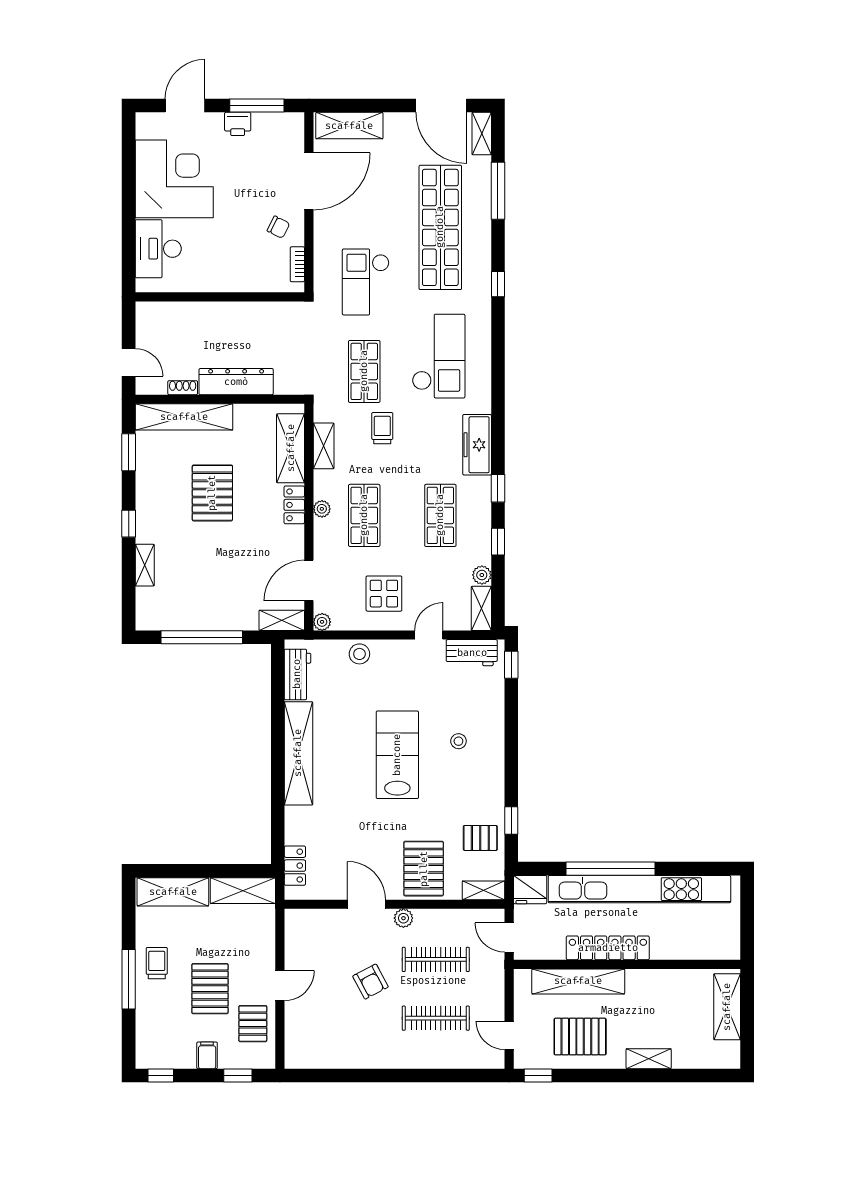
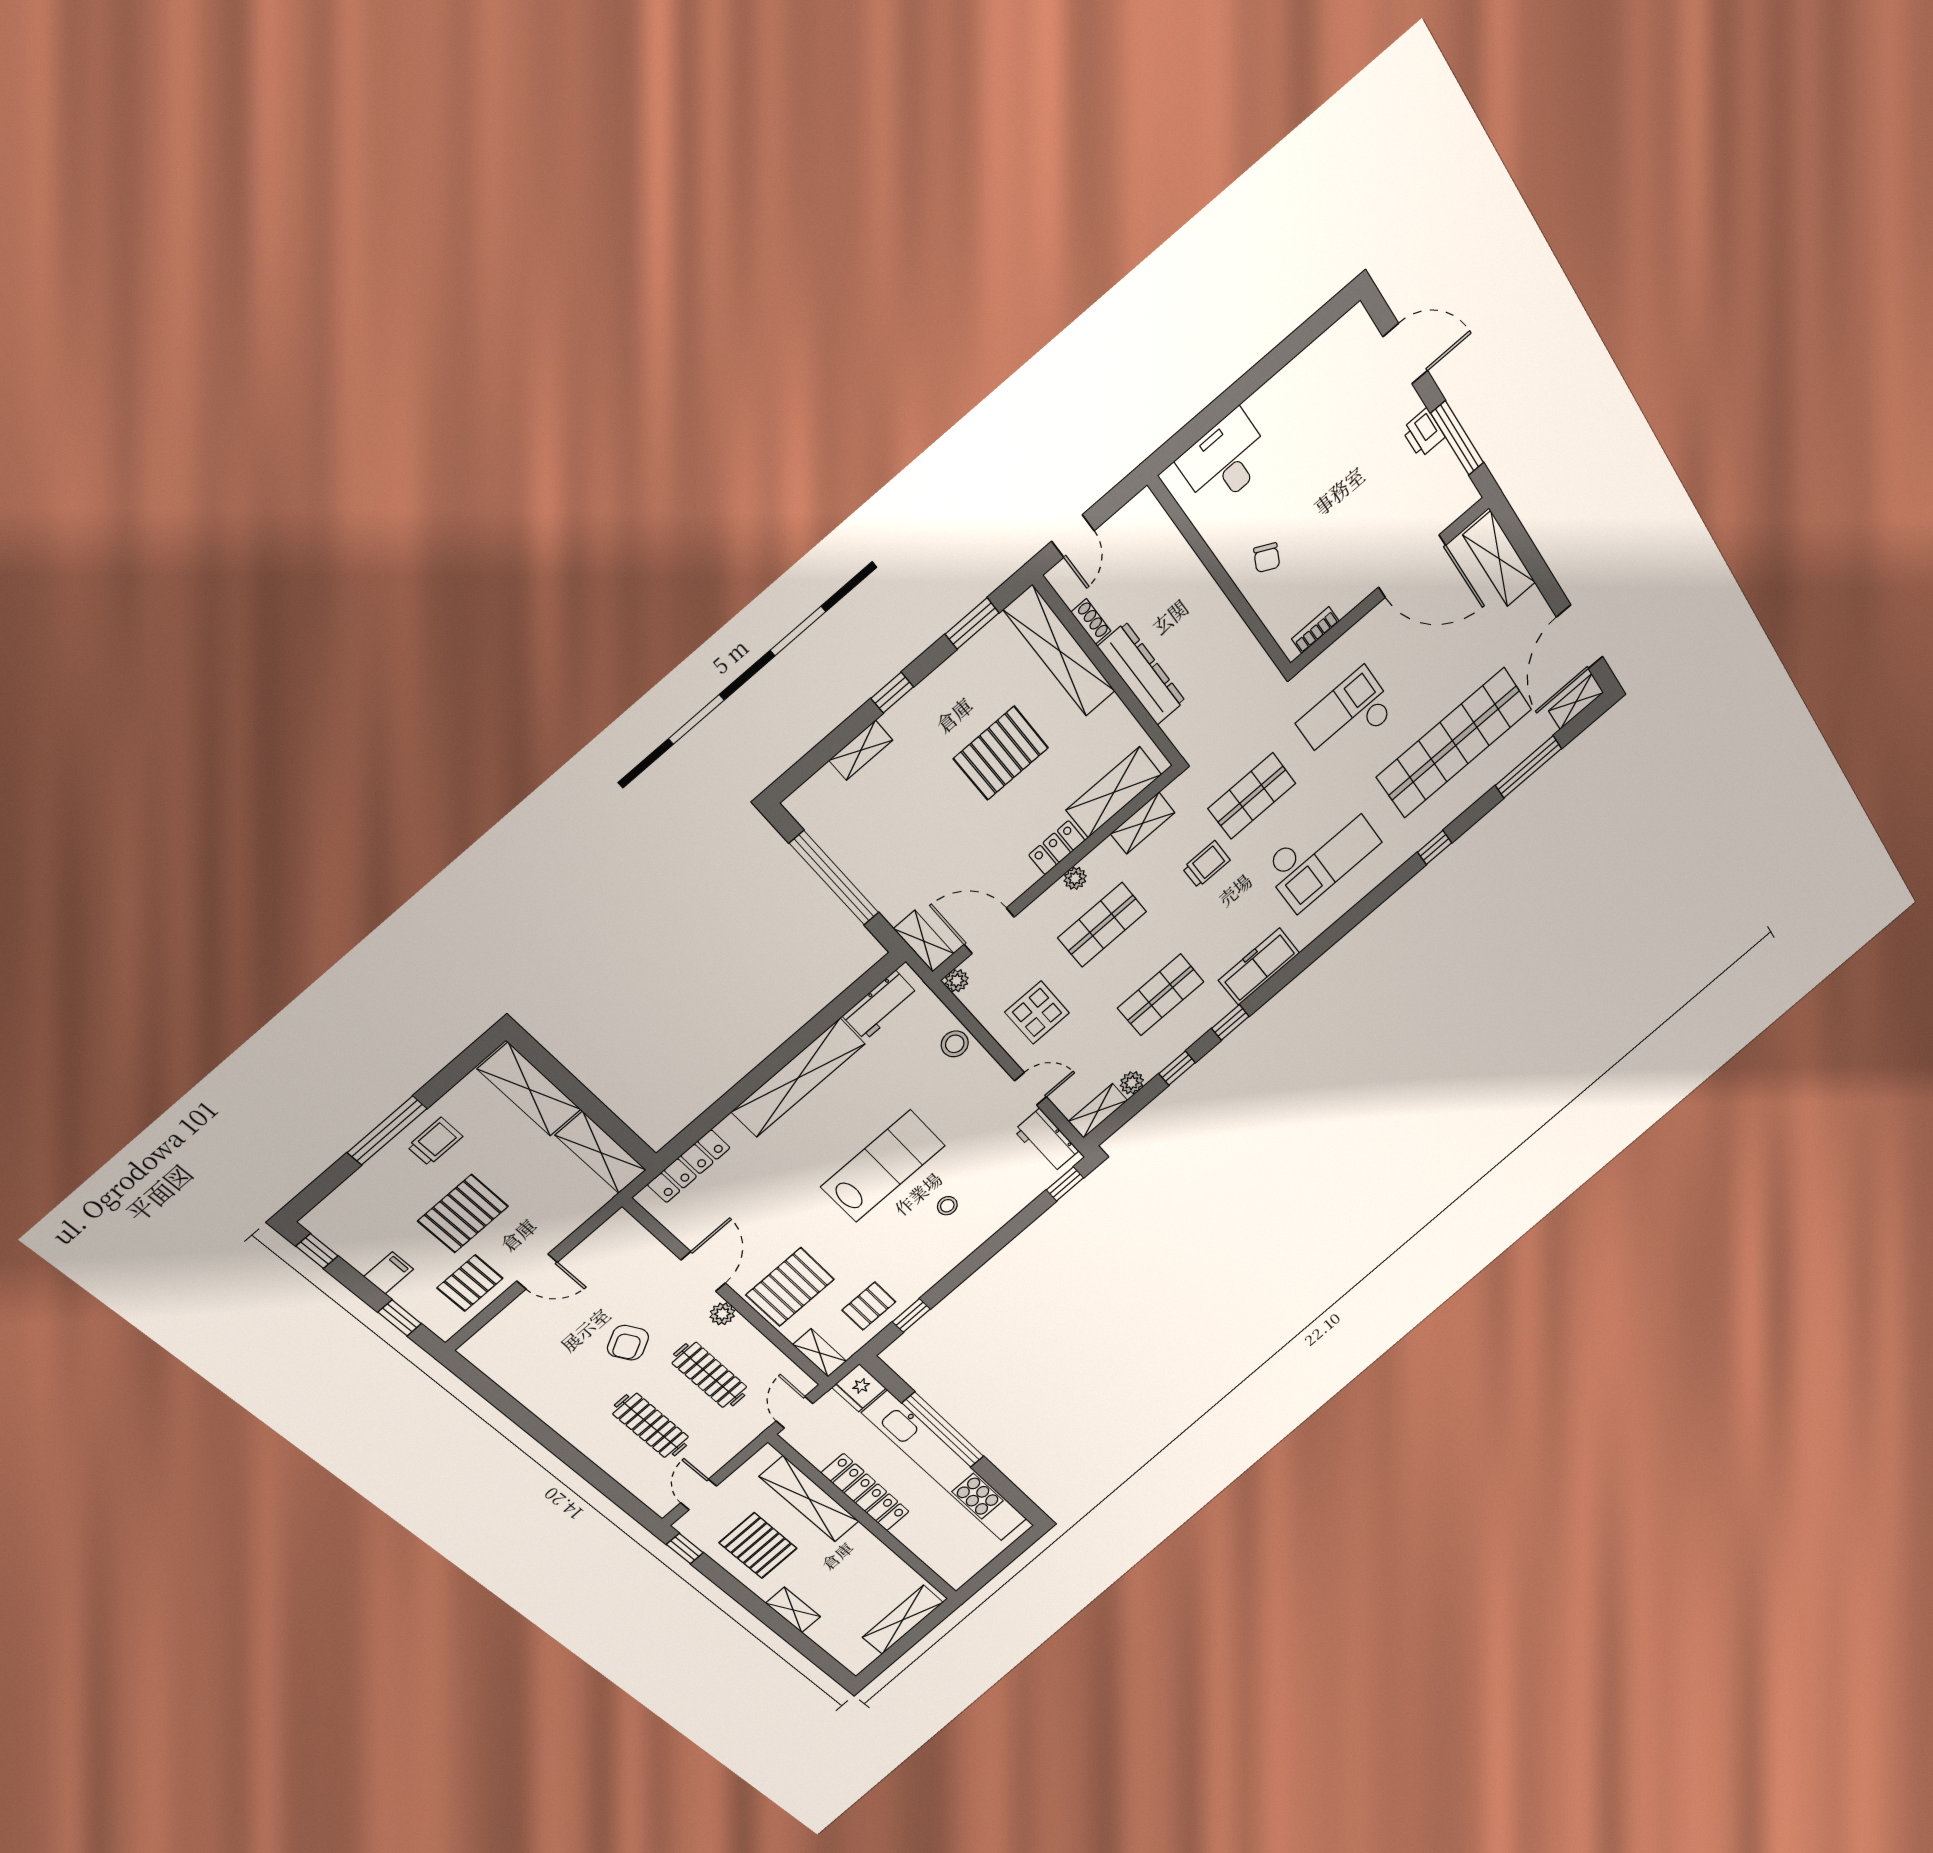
corner desk: (174, 179) -> (1316, 412), removed
chair: (278, 227) -> (1267, 558), moved
pallet: (480, 838) -> (869, 1306), turned 90
locker: (295, 866) -> (689, 1166), width x1.53

